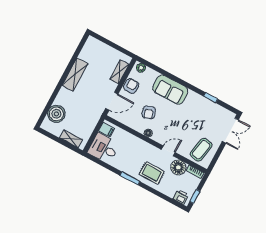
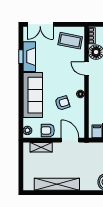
shelving: (75, 75) -> (57, 184), width x1.47
sofa: (170, 90) -> (33, 95), width x1.36
fireplace: (207, 105) -> (29, 57), added
double door: (230, 131) -> (40, 24), swing flipped

